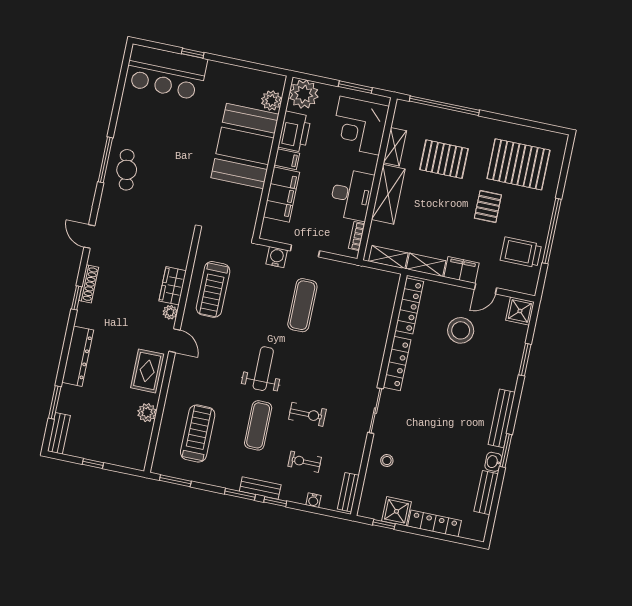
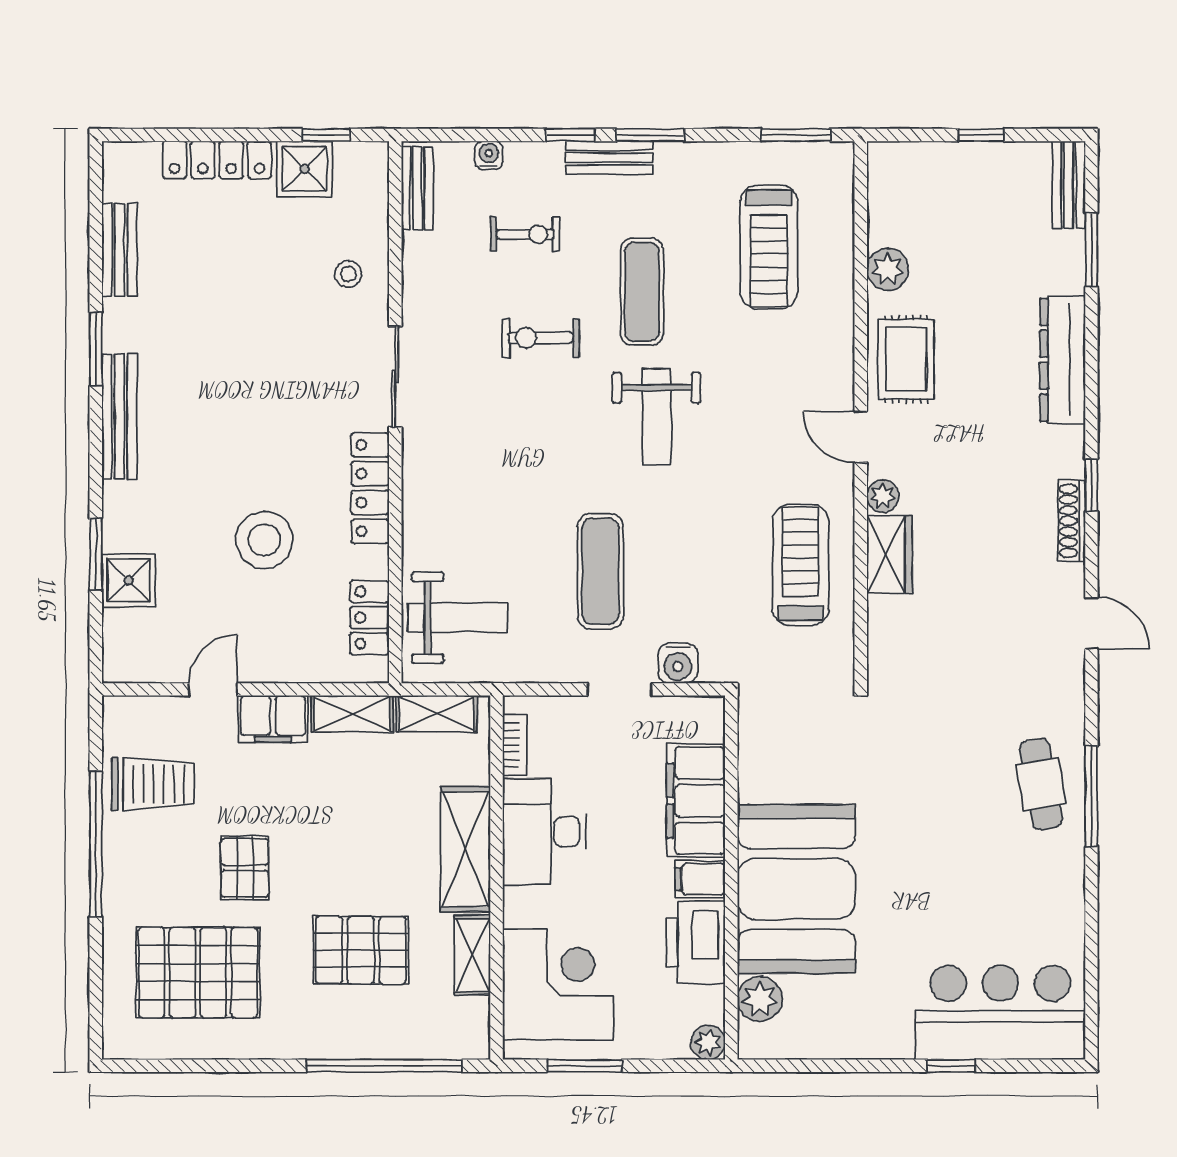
plant: (304, 94) -> (708, 1042), width x0.53, depth x0.53
weight bench: (370, 298) -> (457, 618), added
locker: (409, 306) -> (370, 618), width x0.66
shower: (520, 311) -> (128, 580), moved
stool: (461, 330) -> (264, 540), moved
washbasin: (493, 462) -> (118, 319), removed

